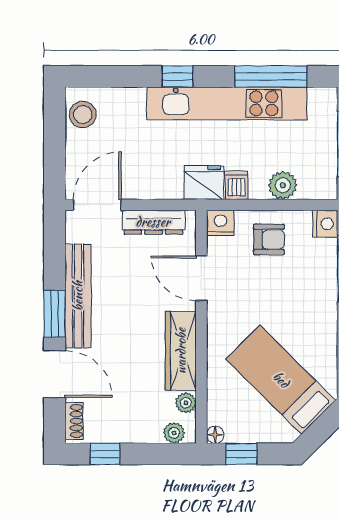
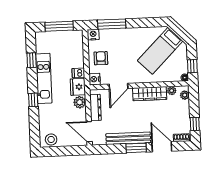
window: (271, 76) -> (32, 60), width x0.46
kitchen unit: (227, 103) -> (44, 78), width x0.73
plant: (283, 185) -> (80, 102), moved
door: (55, 374) -> (162, 147), hinge flipped

